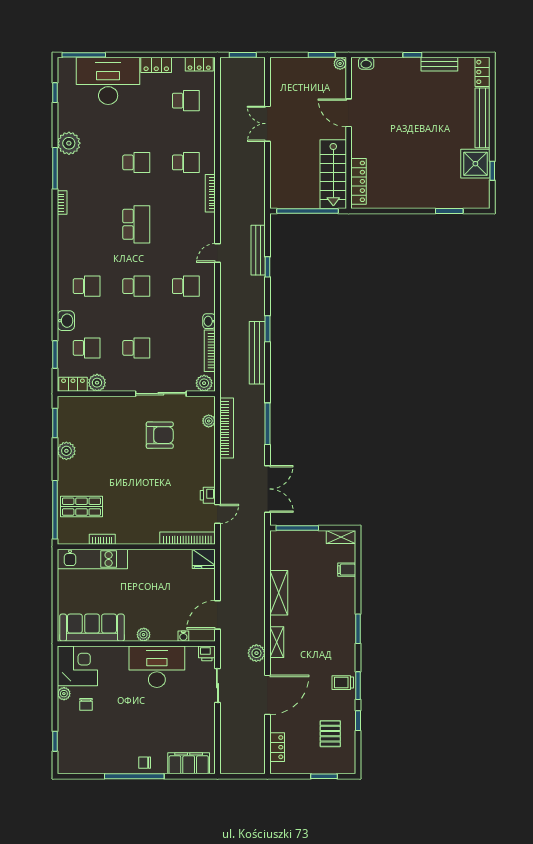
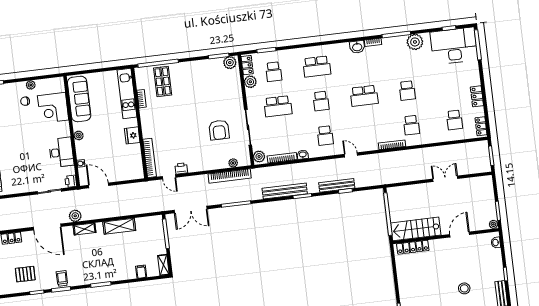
desk: (108, 81) -> (454, 46), moved, turned -90
stool: (426, 116) -> (464, 288), added
bench: (258, 250) -> (337, 185), moved
school desk: (87, 286) -> (317, 66), width x1.85
washbasin: (66, 321) -> (357, 47), moved
school desk: (136, 348) -> (278, 106), width x1.85
plant: (66, 451) -> (230, 63), moved
fridge: (204, 559) -> (132, 135), moved
corner desk: (77, 666) -> (53, 108), moved, turned 90
desk: (157, 667) -> (61, 152), width x0.73, depth x0.77

